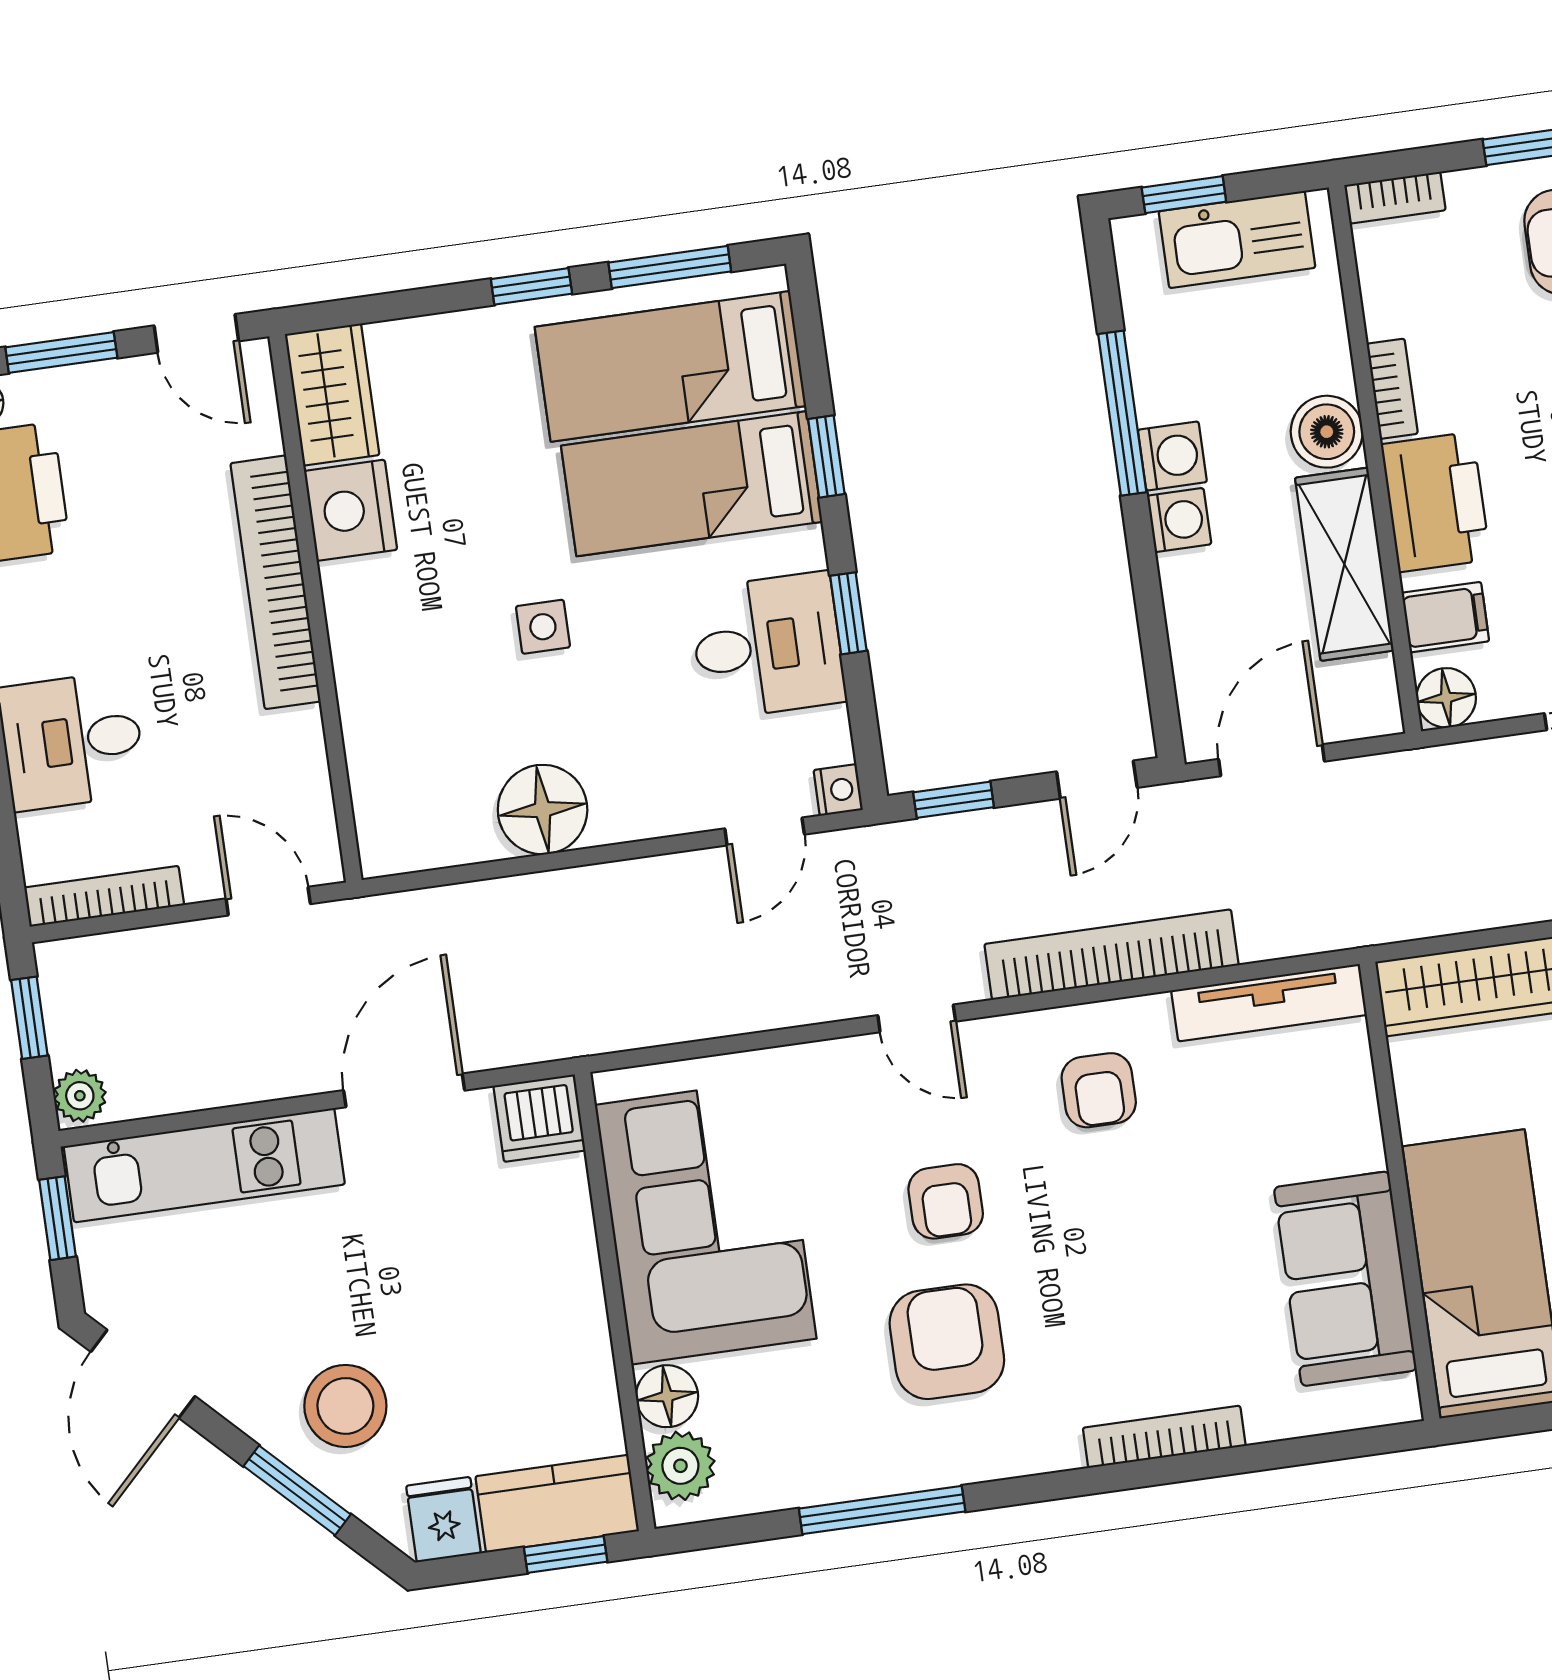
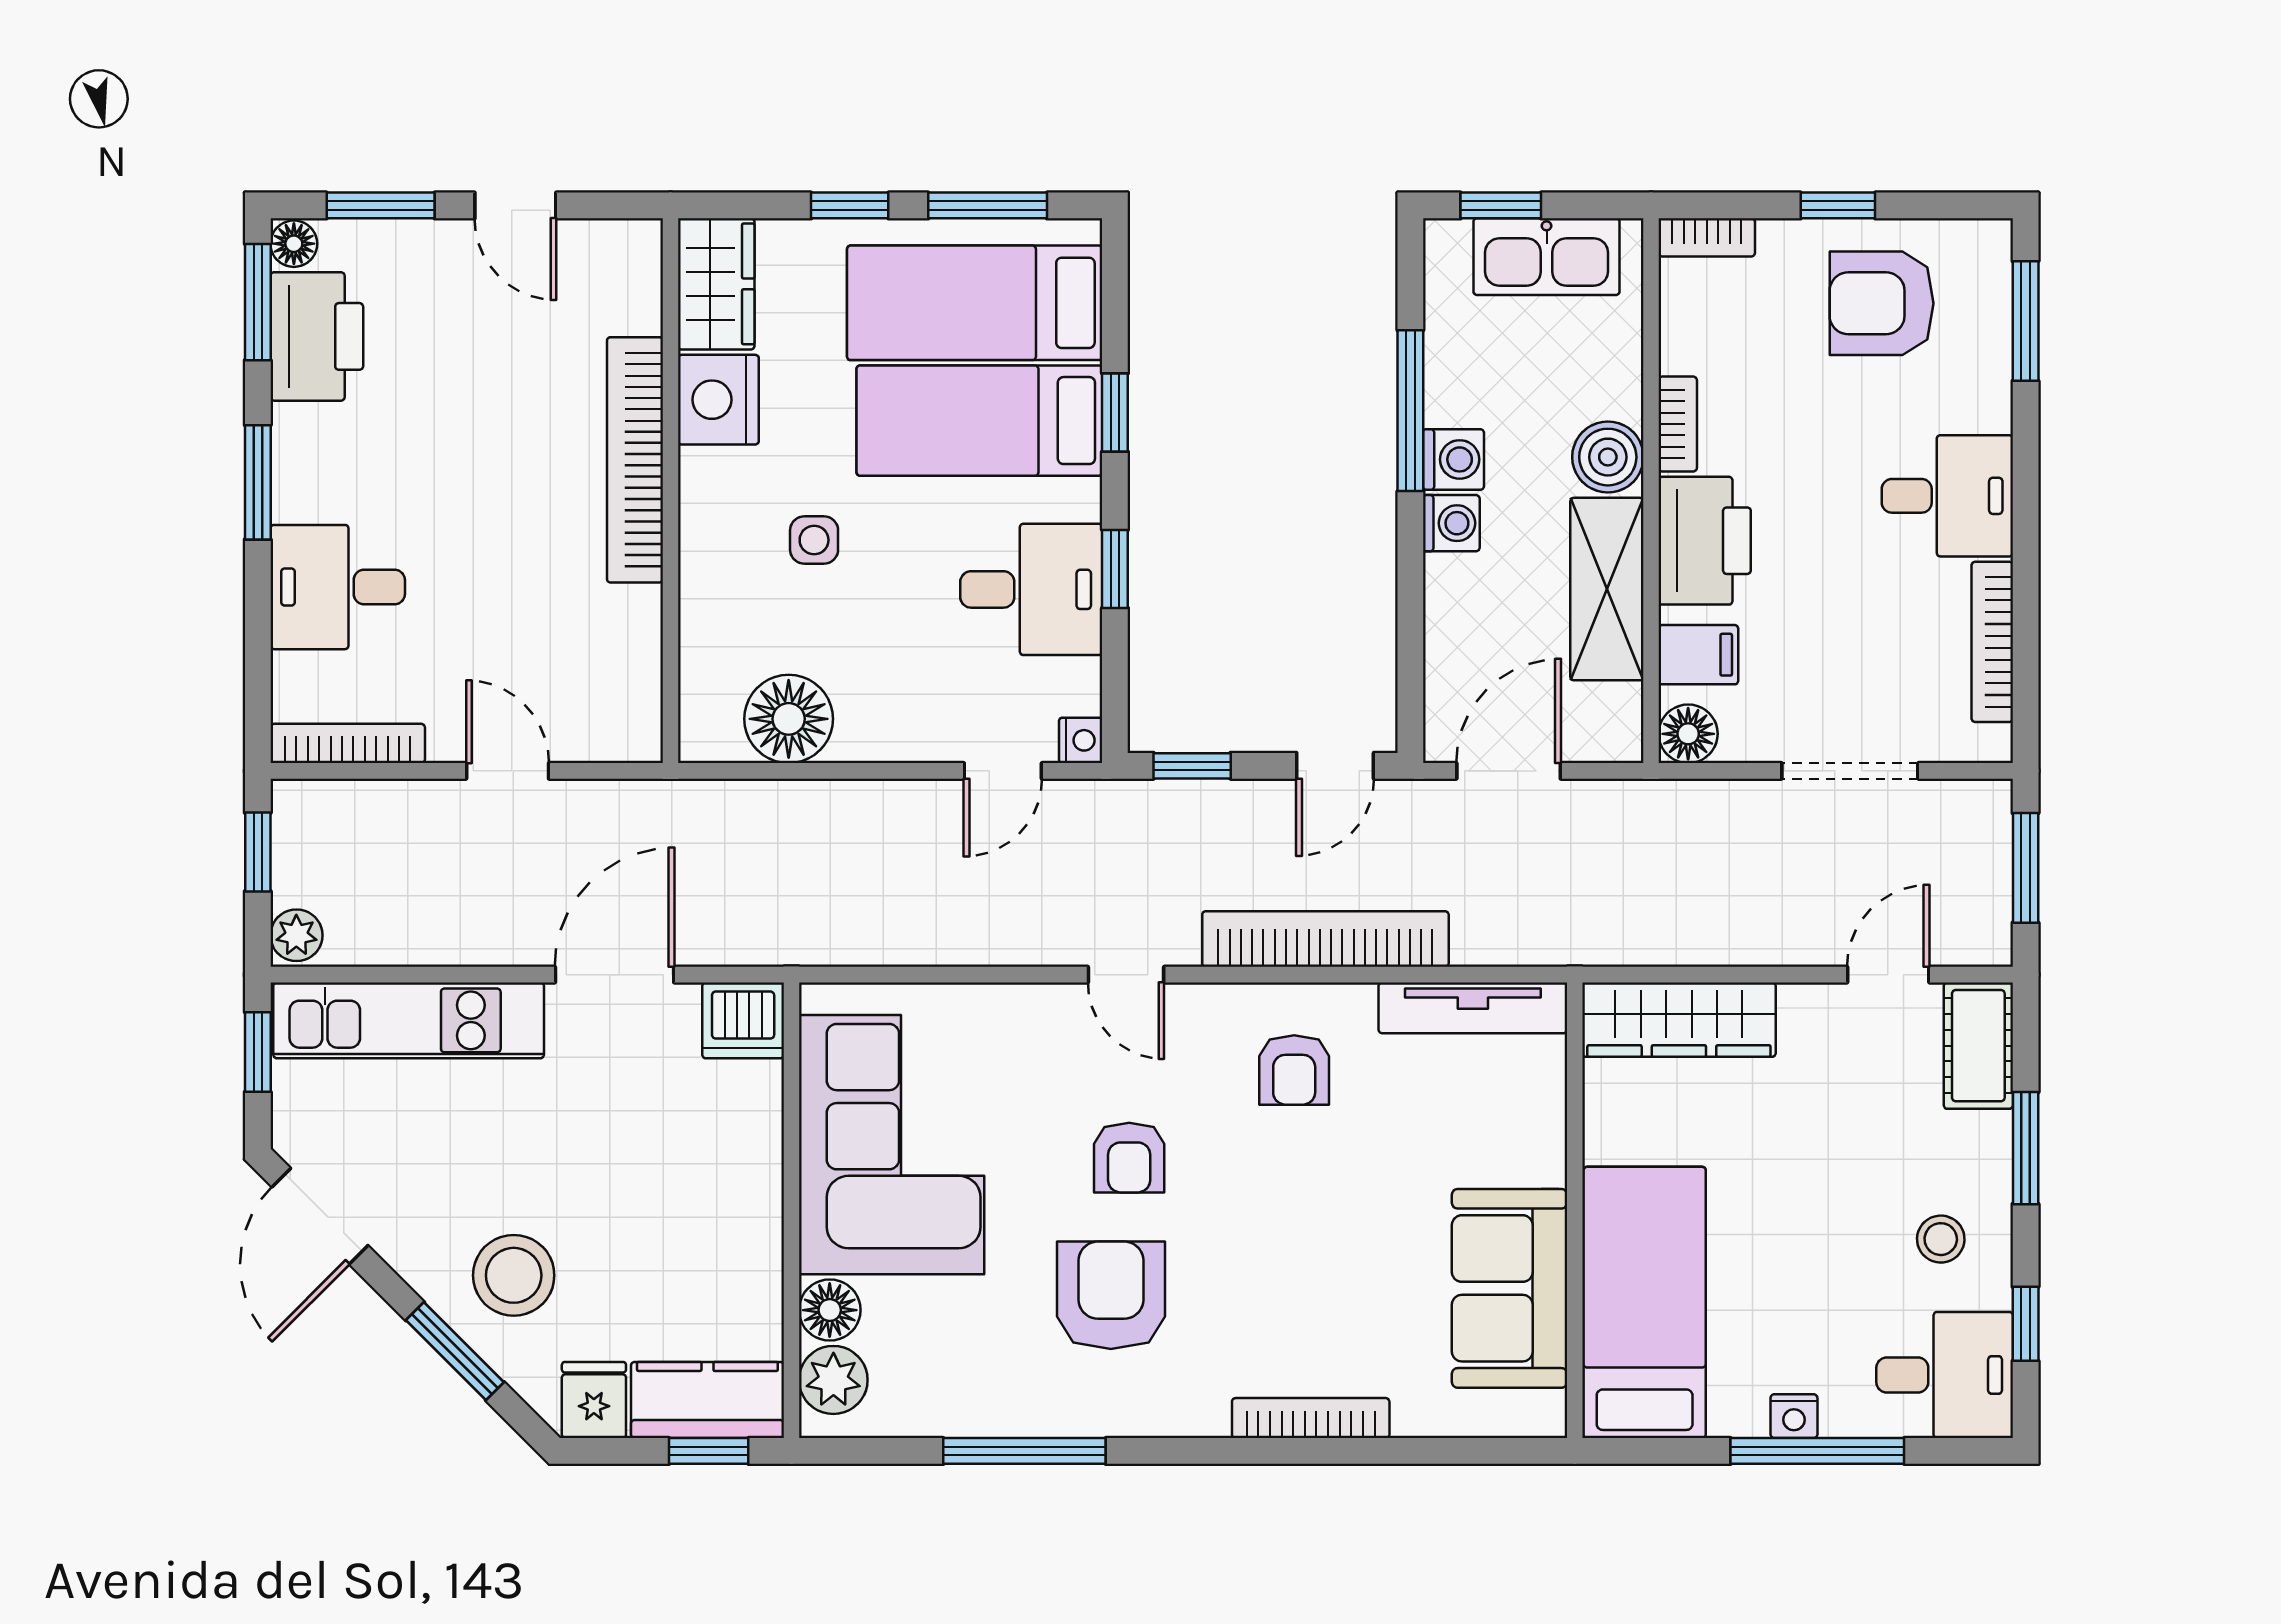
wardrobe: (332, 395) -> (716, 284), moved
nightstand: (351, 510) -> (718, 400), moved
bookcase: (275, 582) -> (635, 460), moved
wall: (315, 608) -> (670, 491), moved

